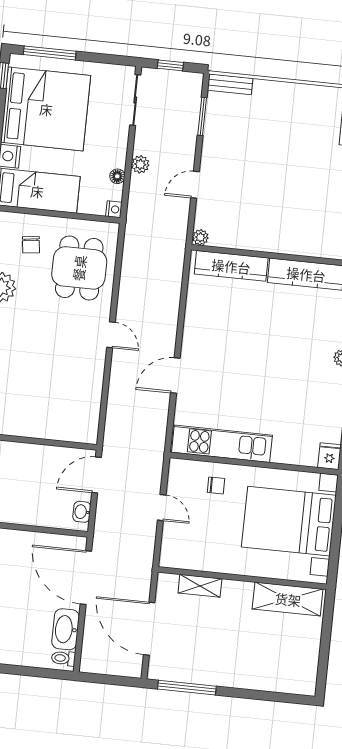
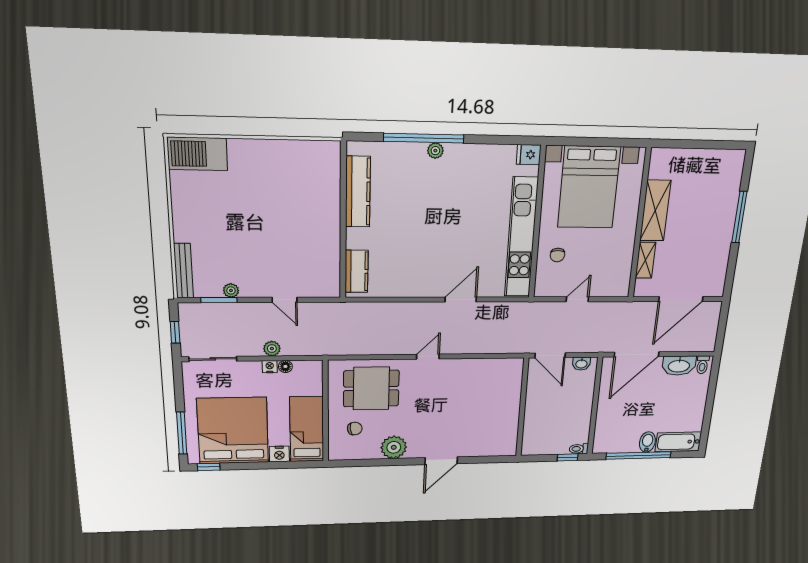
bench: (230, 84) -> (184, 271), width x1.36
nightstand: (114, 209) -> (270, 367), moved
plant: (200, 237) -> (231, 290), moved
kitchen counter: (231, 266) -> (357, 271), width x0.67
door: (175, 376) -> (461, 299), swing flipped
kitchen unit: (222, 444) -> (521, 238), width x1.36
chair: (216, 485) -> (557, 255), turned 180
shelving: (288, 599) -> (655, 211), moved
window: (187, 688) -> (739, 217), moved

